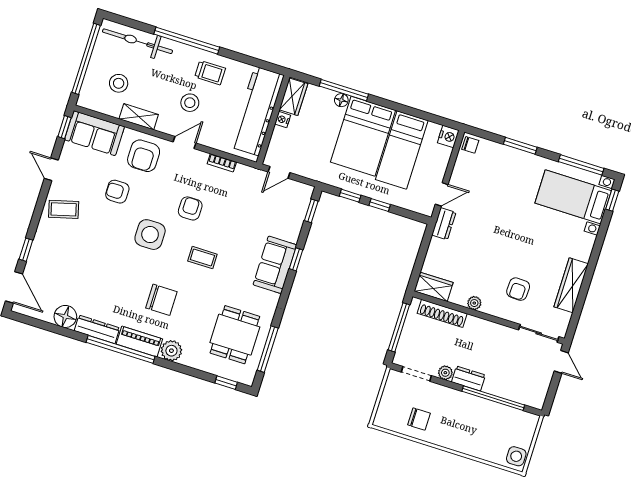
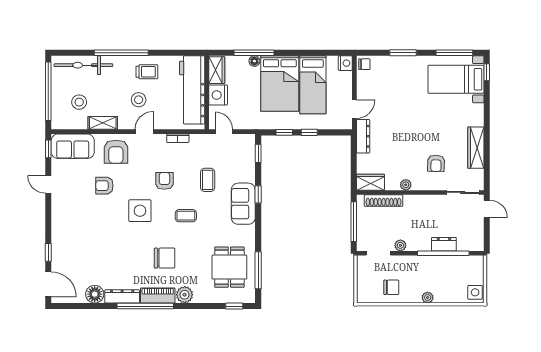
nightstand: (283, 120) -> (218, 95), width x1.89, depth x1.79
door: (279, 172) -> (224, 132), swing flipped
coffee table: (64, 209) -> (208, 180), moved, turned -75
dresser: (444, 224) -> (363, 136), width x1.44
dresser: (468, 378) -> (444, 244), moved
plant: (458, 445) -> (428, 298), added

